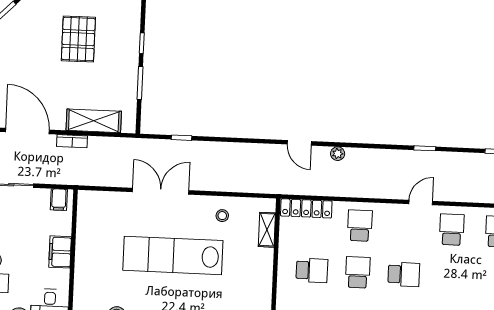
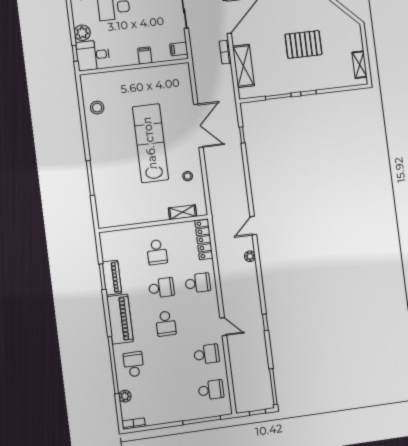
filing cabinet: (60, 252) -> (145, 56), width x0.50

